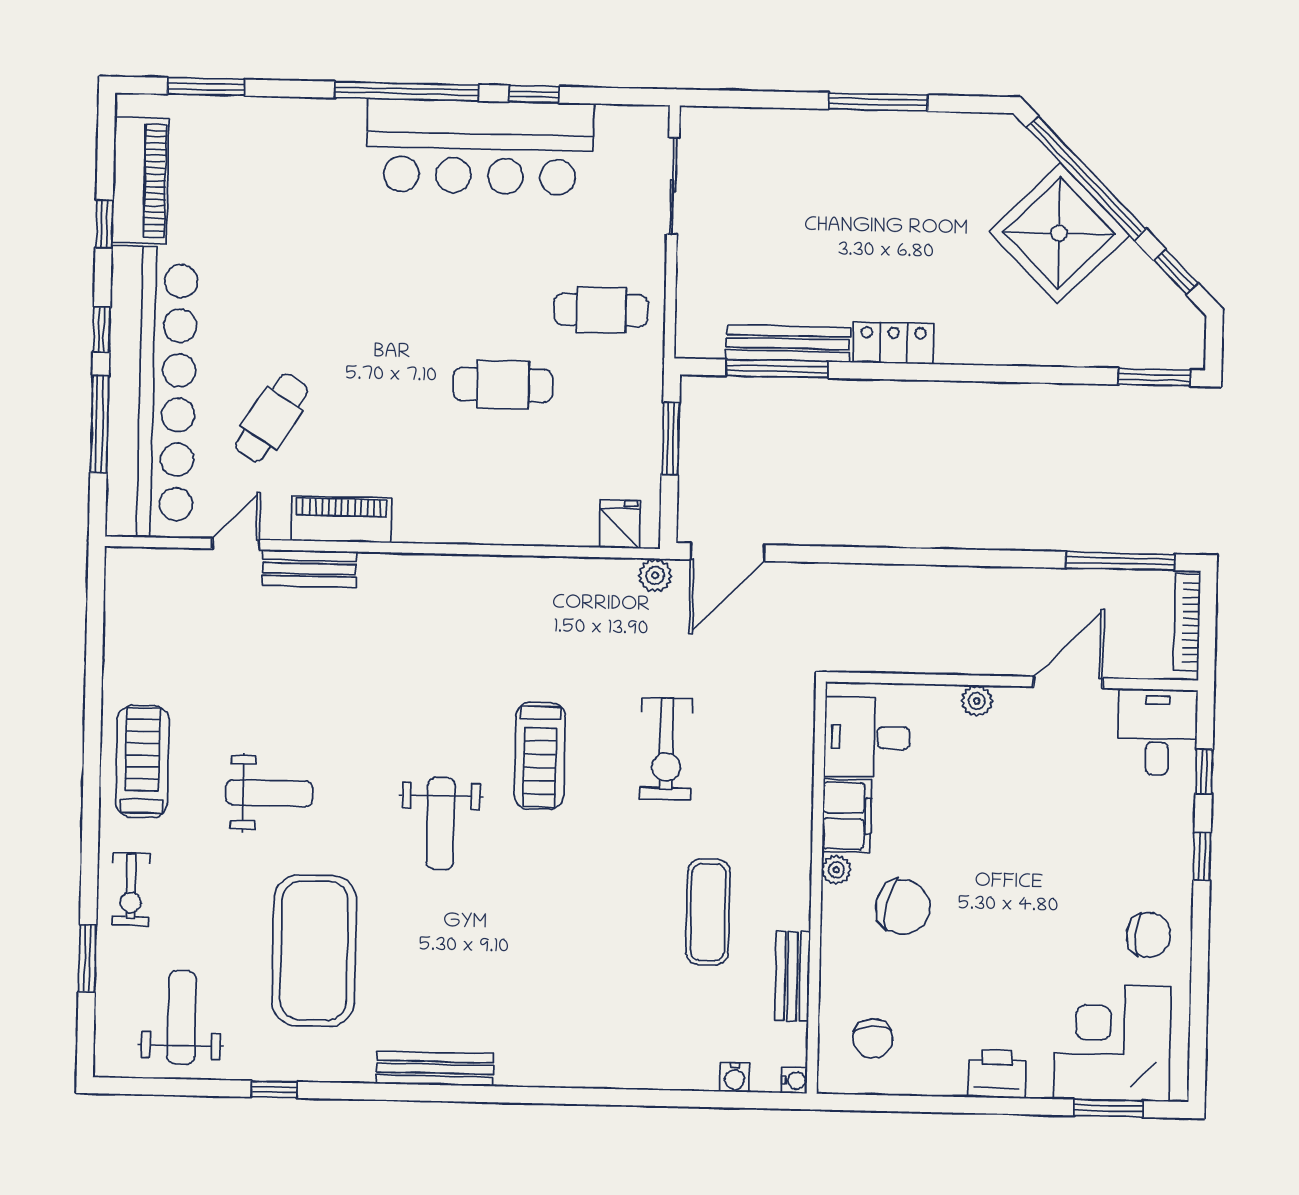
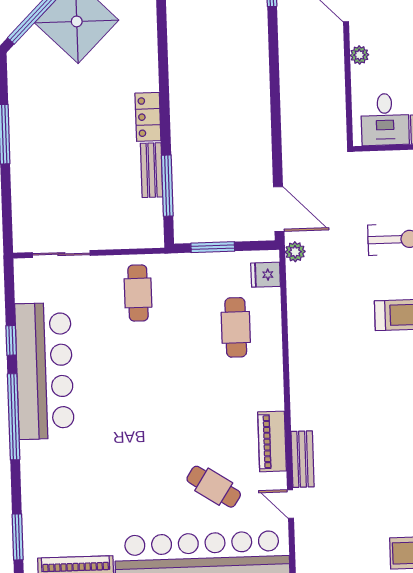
bench: (788, 344) -> (152, 170), width x0.73
cafe table: (503, 385) -> (236, 327), moved

